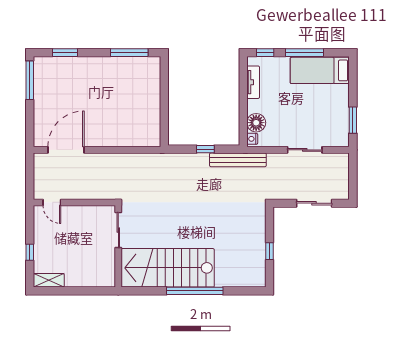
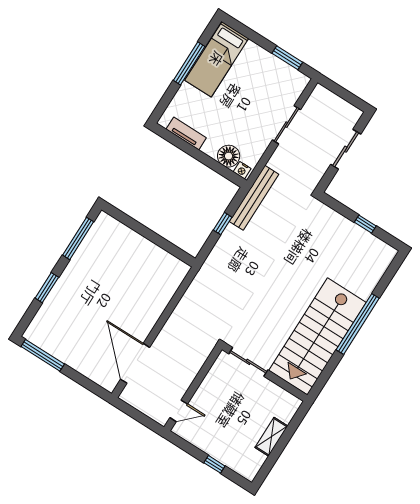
window: (65, 53) -> (47, 288), moved
window: (265, 53) -> (164, 103), removed
shelving: (49, 280) -> (271, 437), moved

